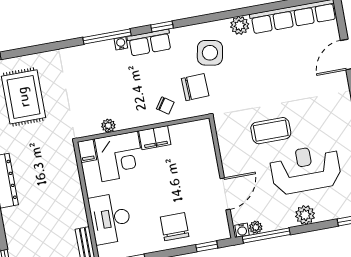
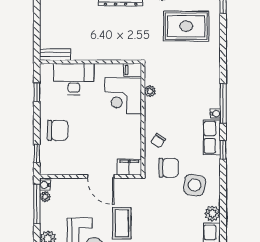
chair: (195, 87) -> (169, 168), turned -88
filing cabinet: (155, 138) -> (129, 167), moved, turned 90
door: (225, 194) -> (101, 177), moved

